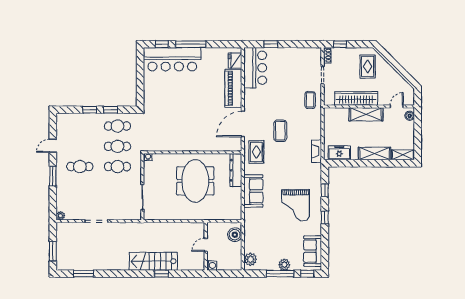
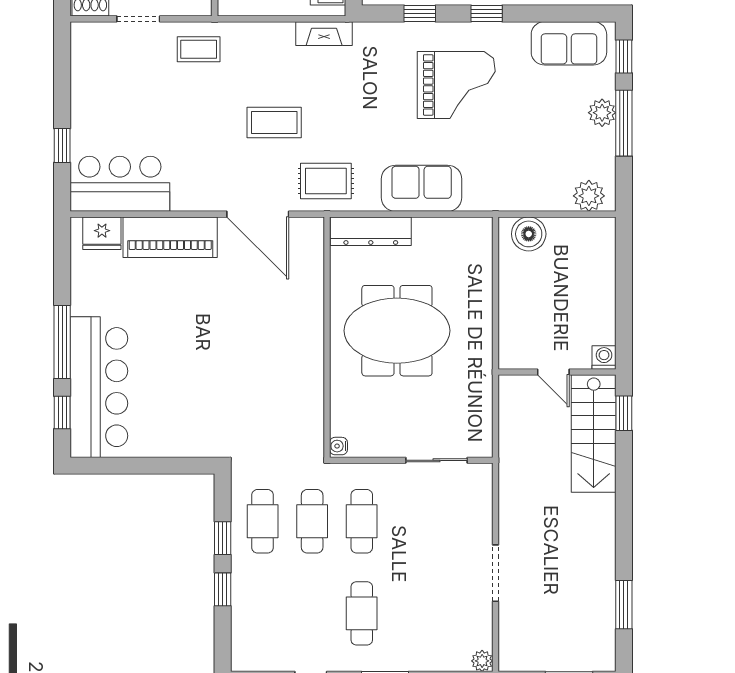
door: (206, 245) -> (553, 372), moved
wall: (206, 246) -> (557, 372), moved
washing machine: (212, 265) -> (604, 357), moved

